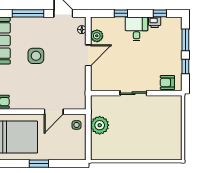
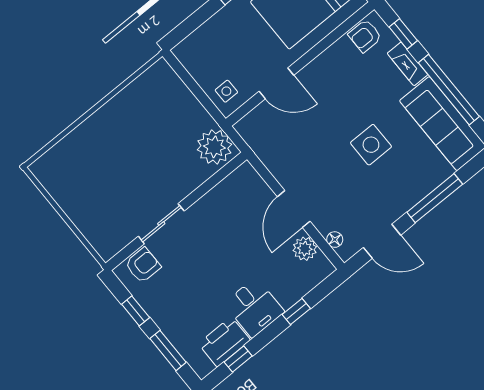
printer: (155, 22) -> (224, 342), width x1.87, depth x1.48
sliding door: (133, 93) -> (161, 224), moved
door: (54, 112) -> (276, 83), swing flipped
plant: (100, 125) -> (214, 147), moved

